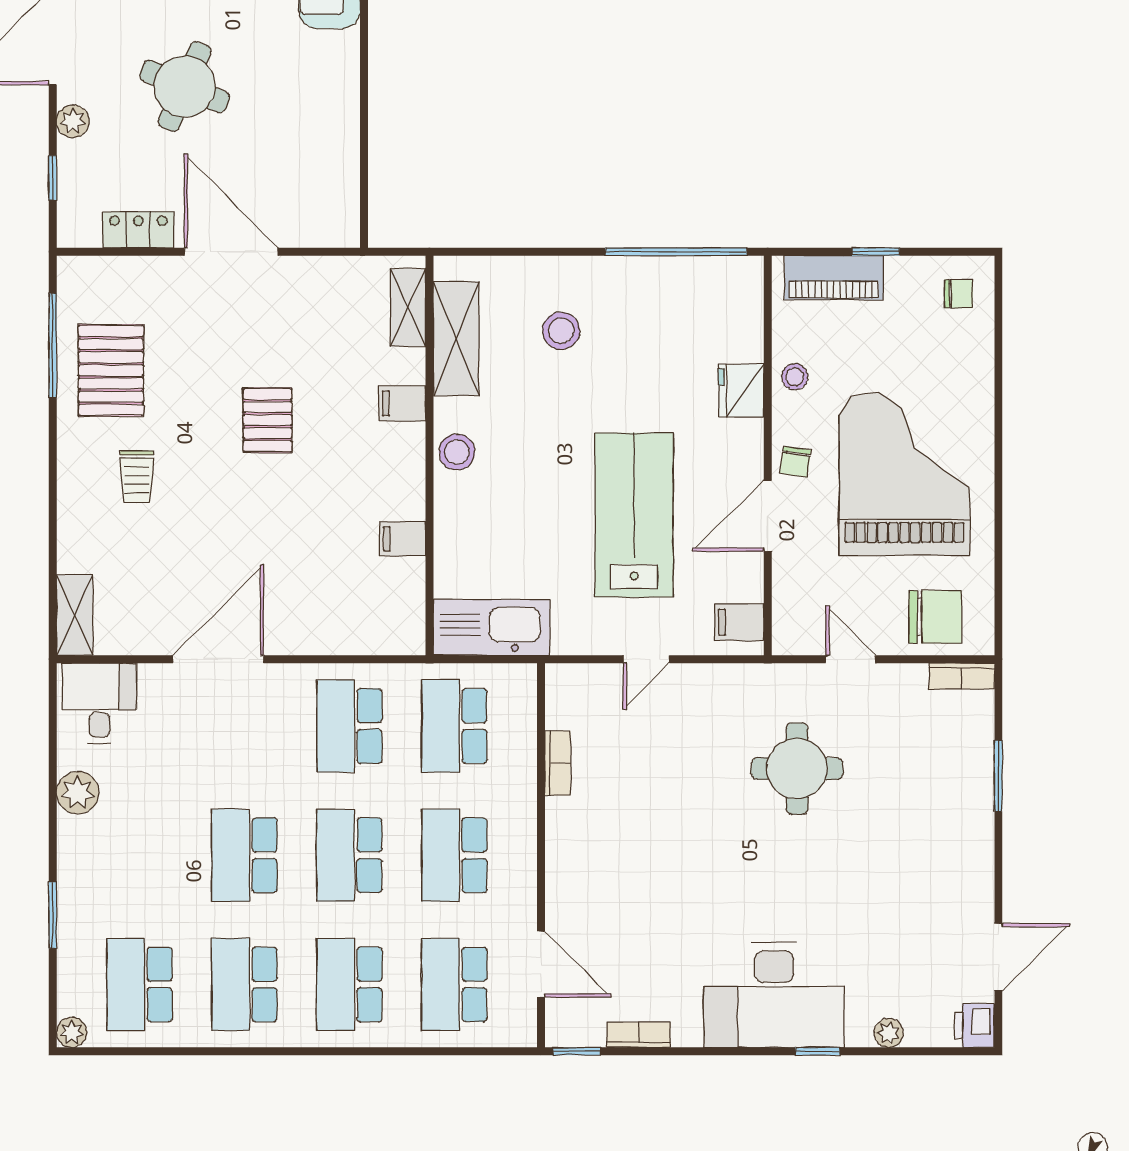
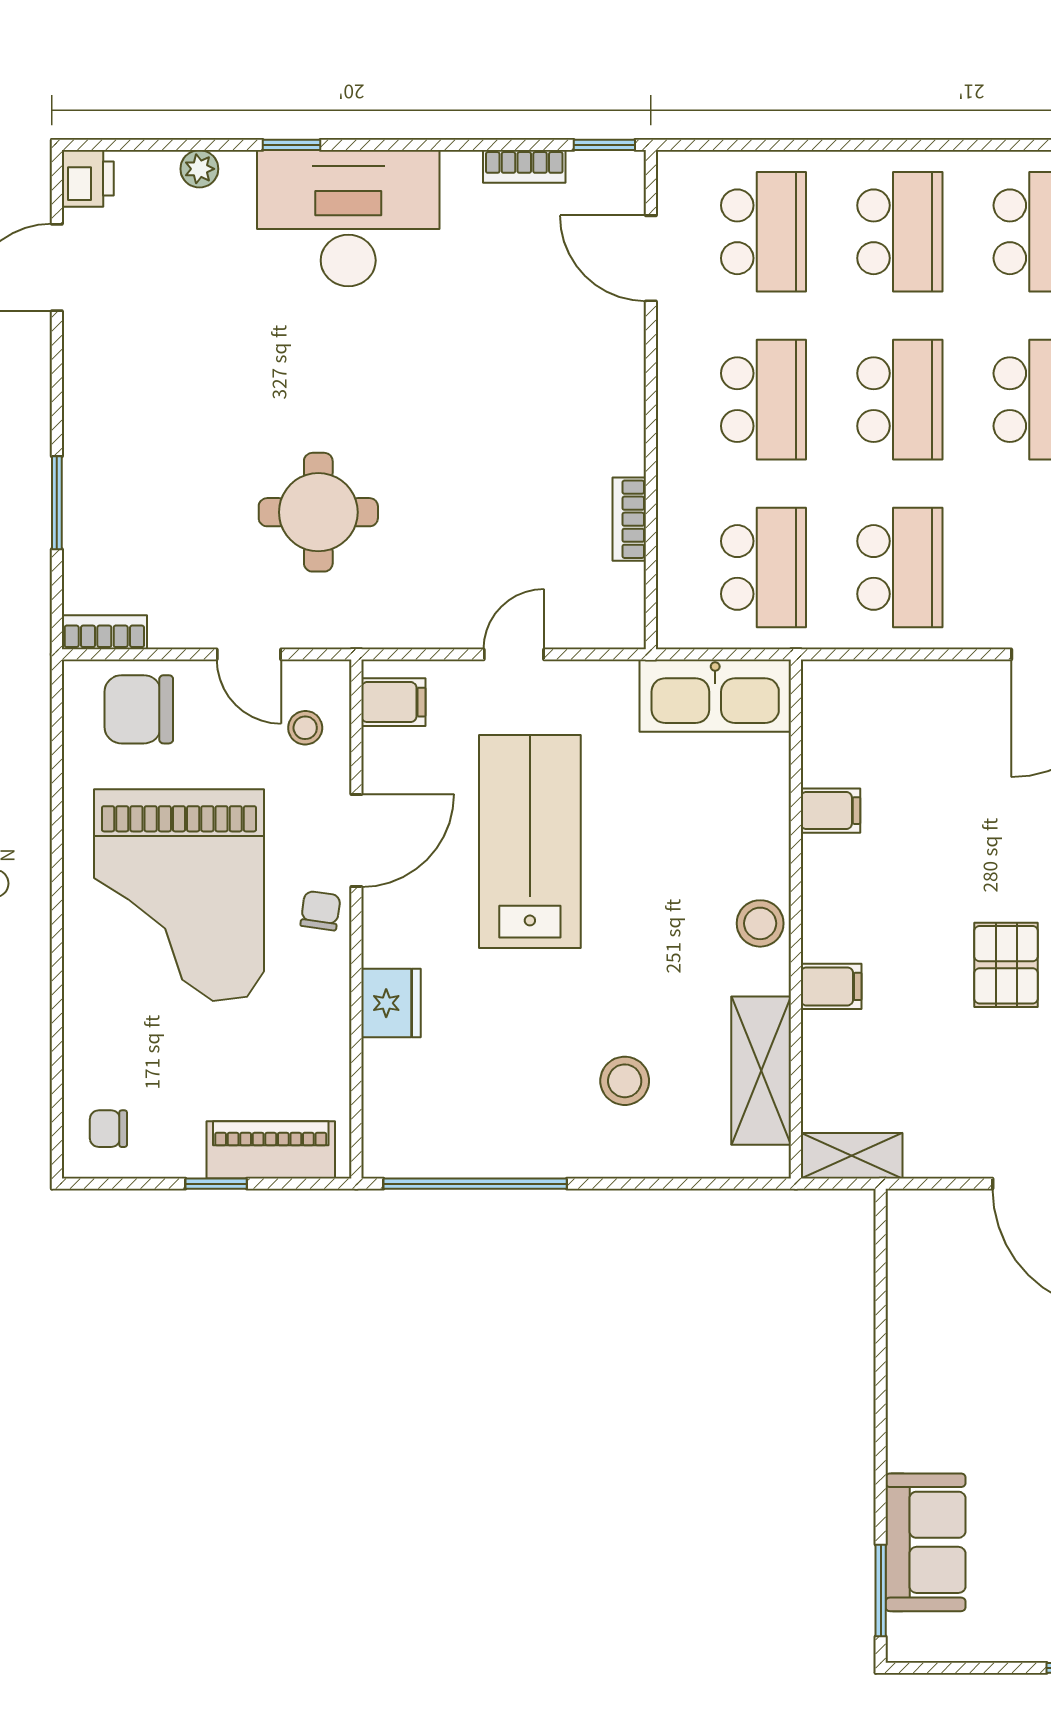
shelving: (408, 307) -> (852, 1156), moved, turned 90
stool: (795, 377) -> (305, 728), moved
lab bench: (634, 515) -> (530, 842), turned 180

